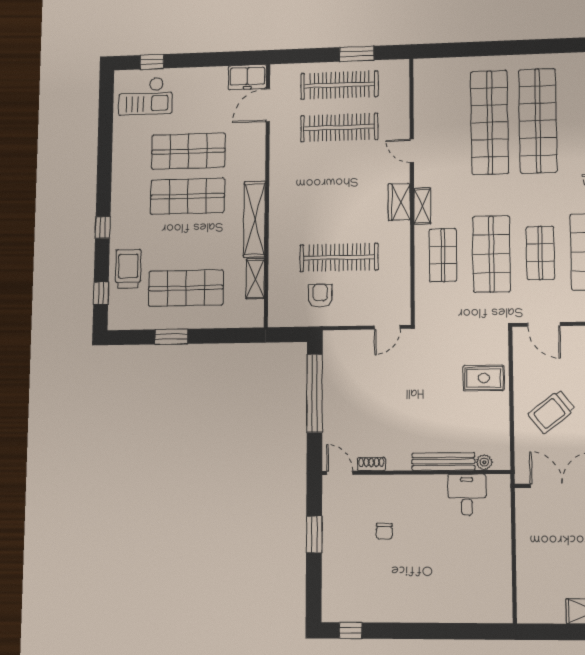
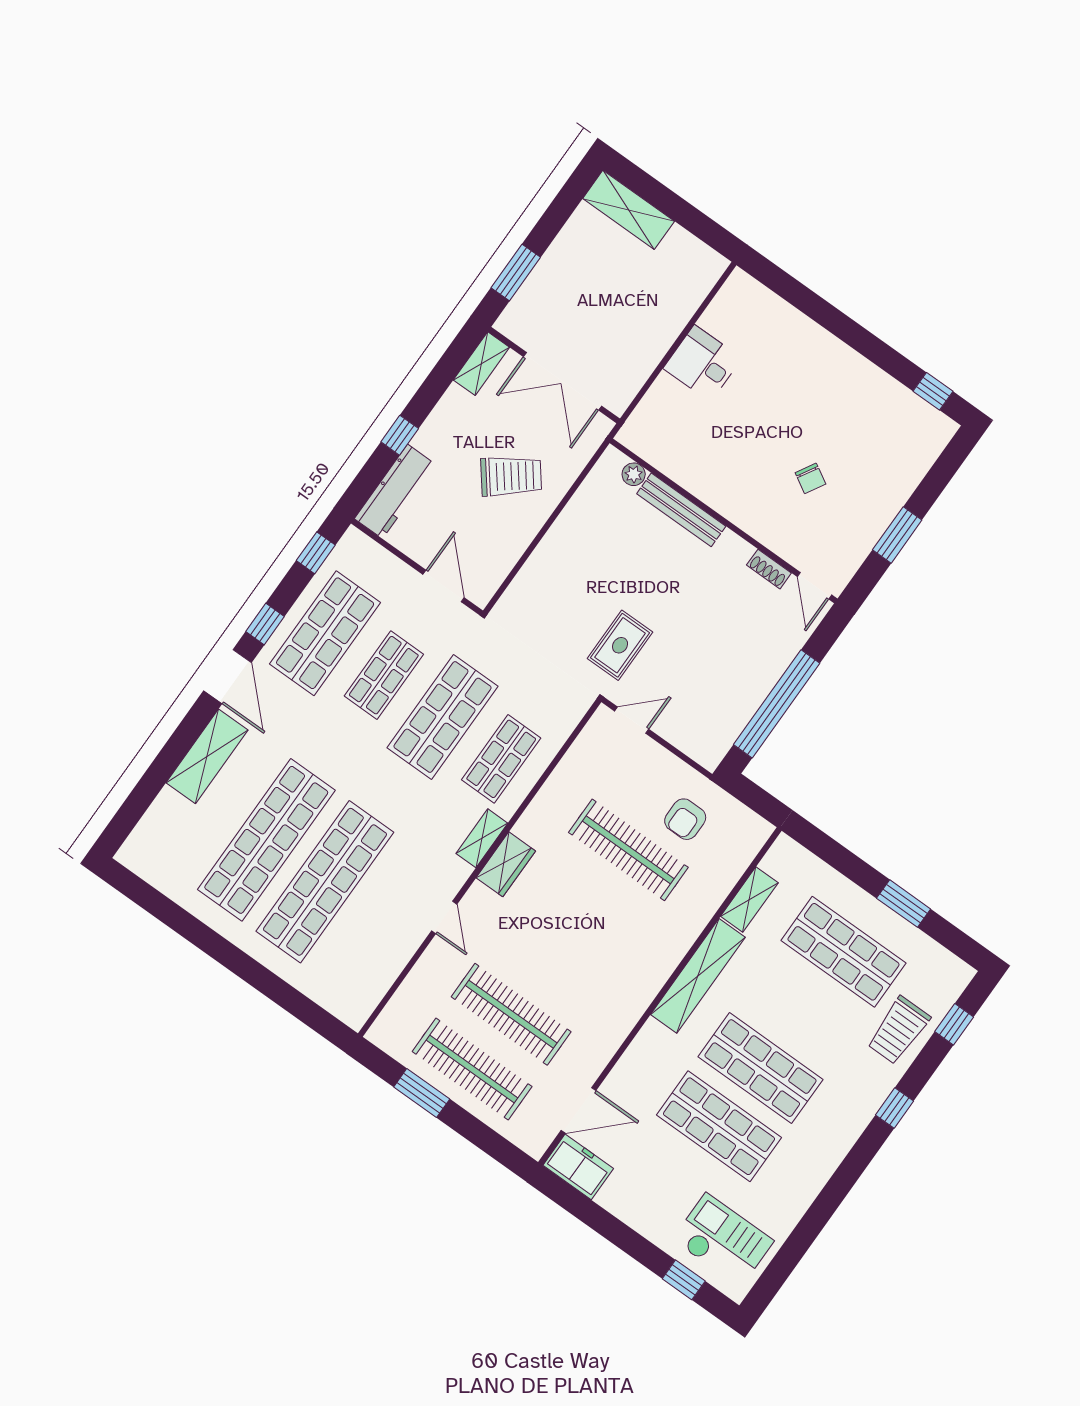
rug: (484, 378) -> (620, 645), moved, turned 90
desk: (467, 495) -> (703, 363), moved, turned 90
chair: (384, 531) -> (810, 478), turned 120

